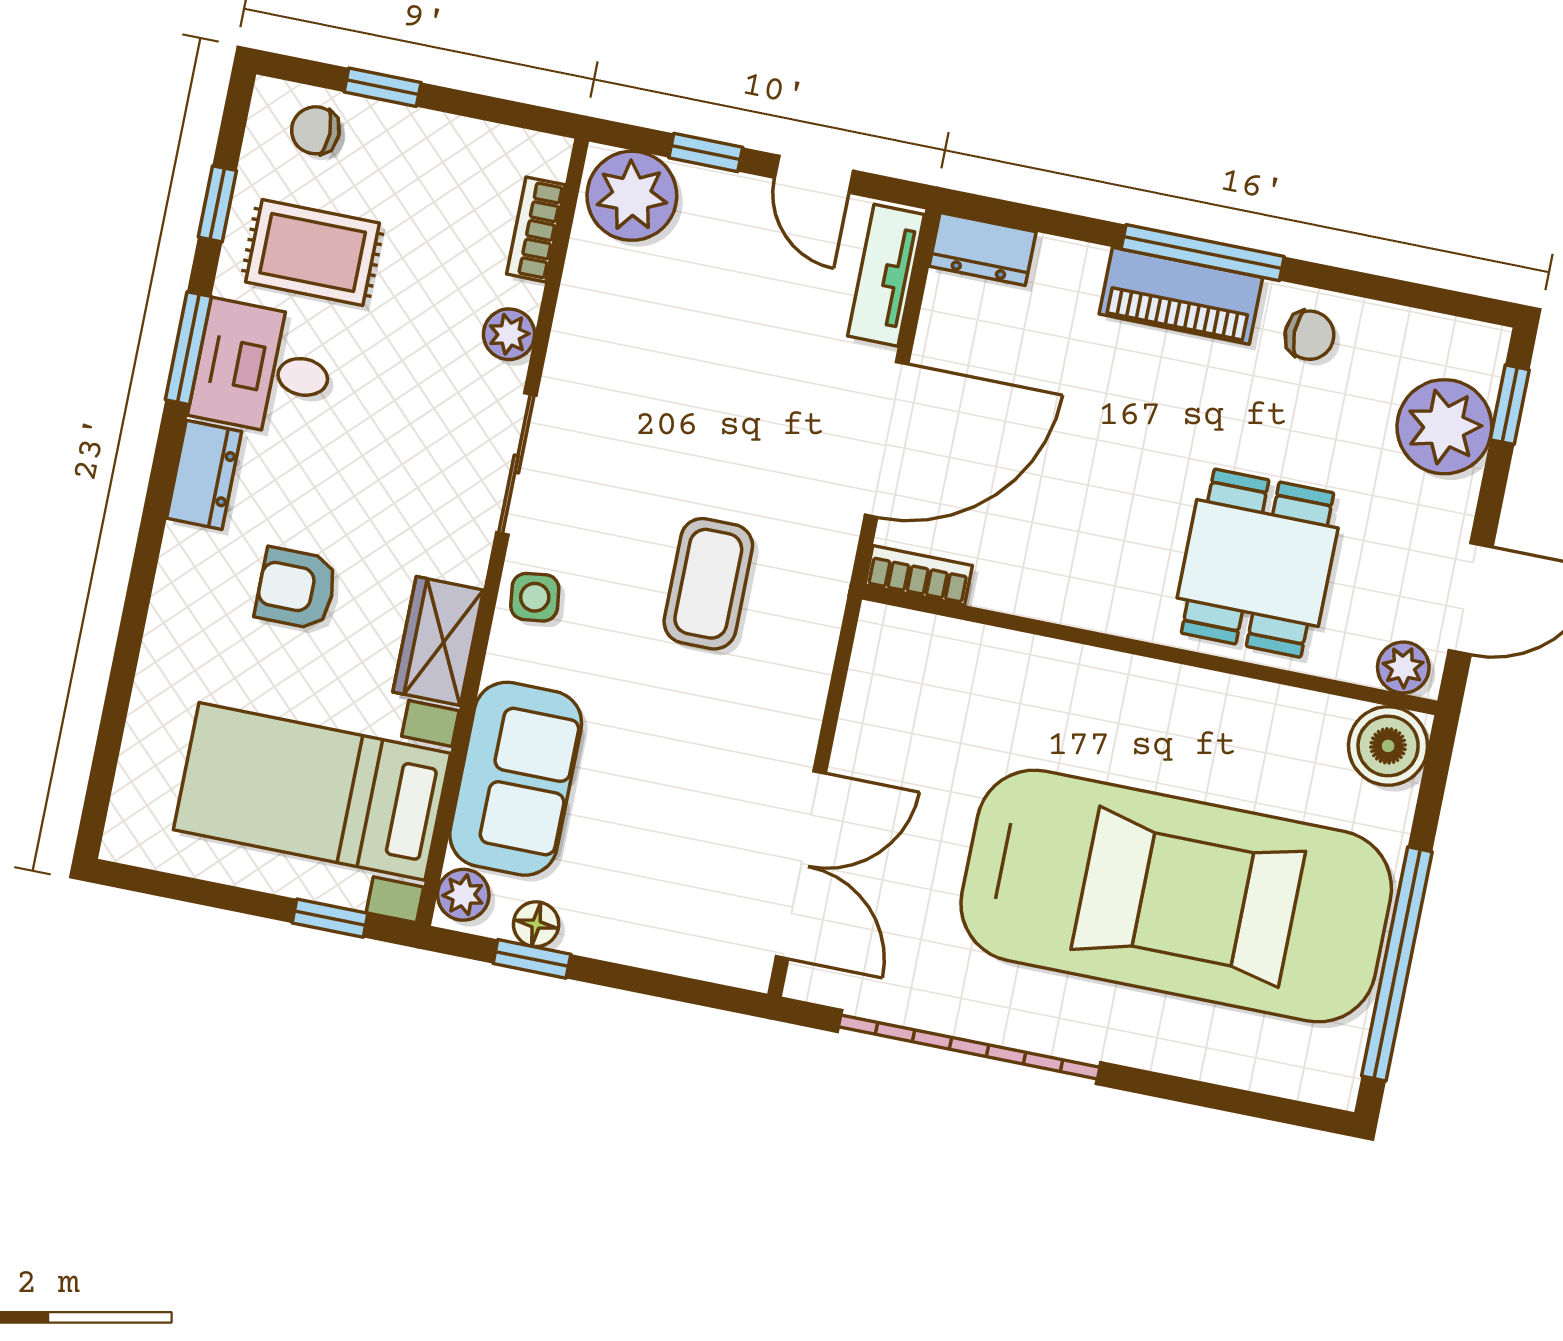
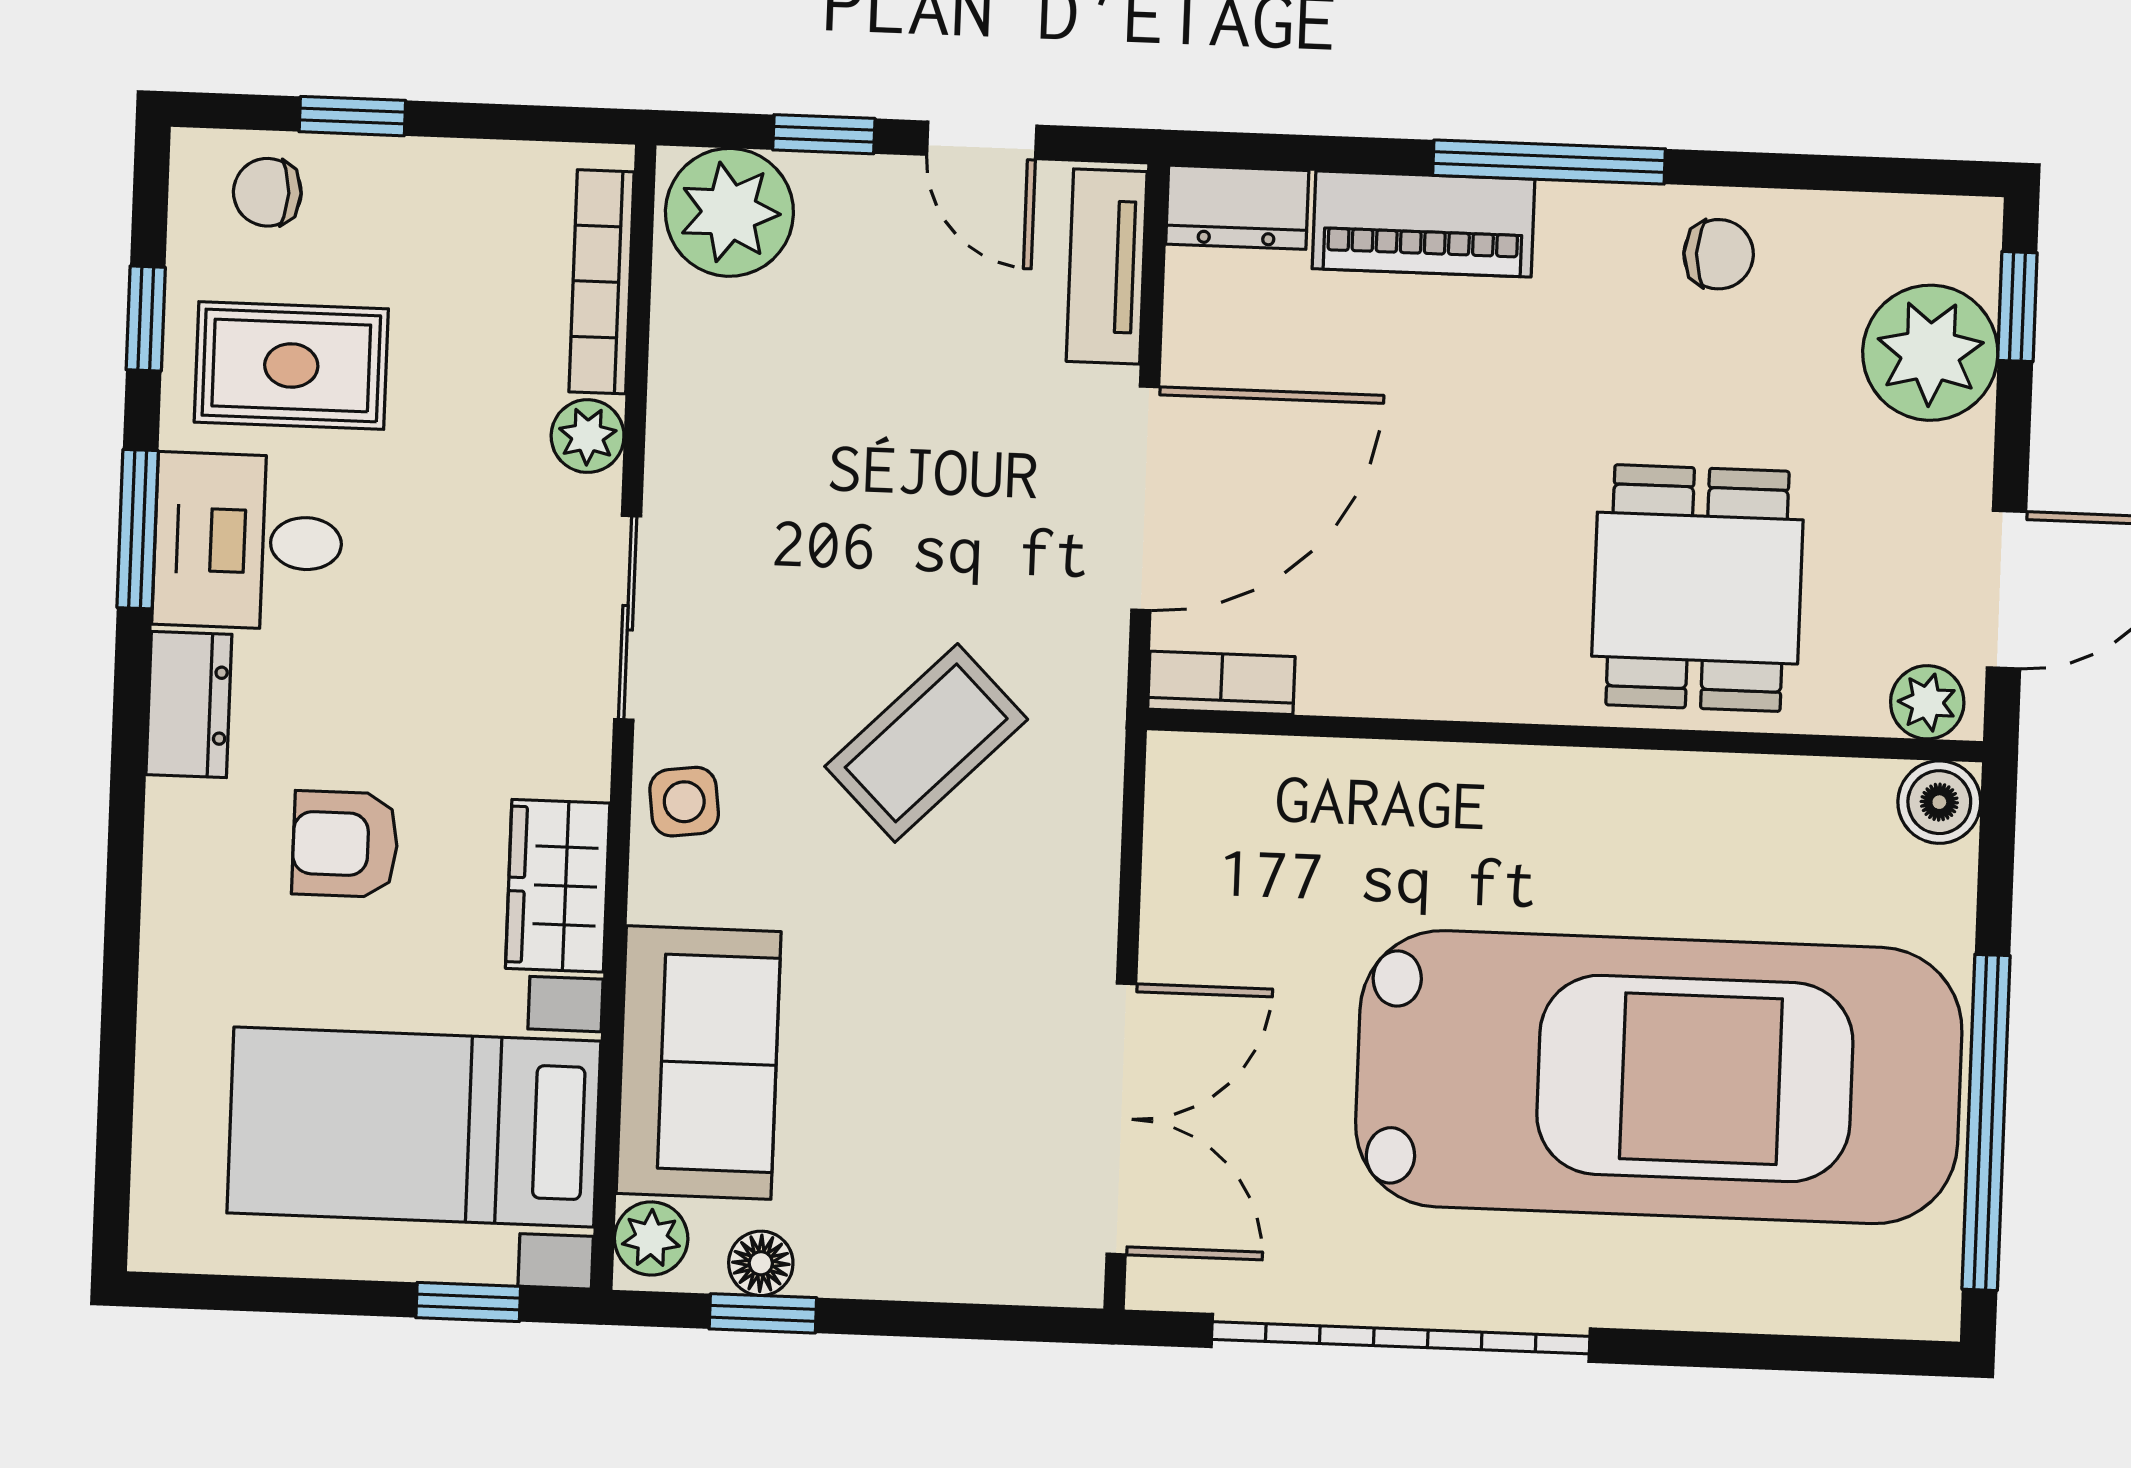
bookcase: (536, 229) -> (601, 282), width x1.56
piano: (1181, 296) -> (1423, 224), moved
coffee table: (708, 584) -> (926, 743), turned 45
boiler: (1388, 746) -> (1939, 802), width x0.73, depth x0.73

